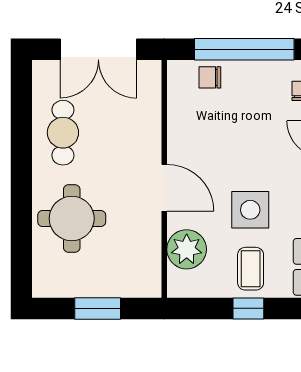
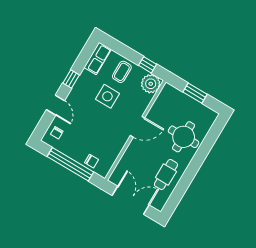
door: (164, 188) -> (138, 127), swing flipped
plant: (187, 249) -> (151, 84), moved
window: (248, 308) -> (148, 65), moved

